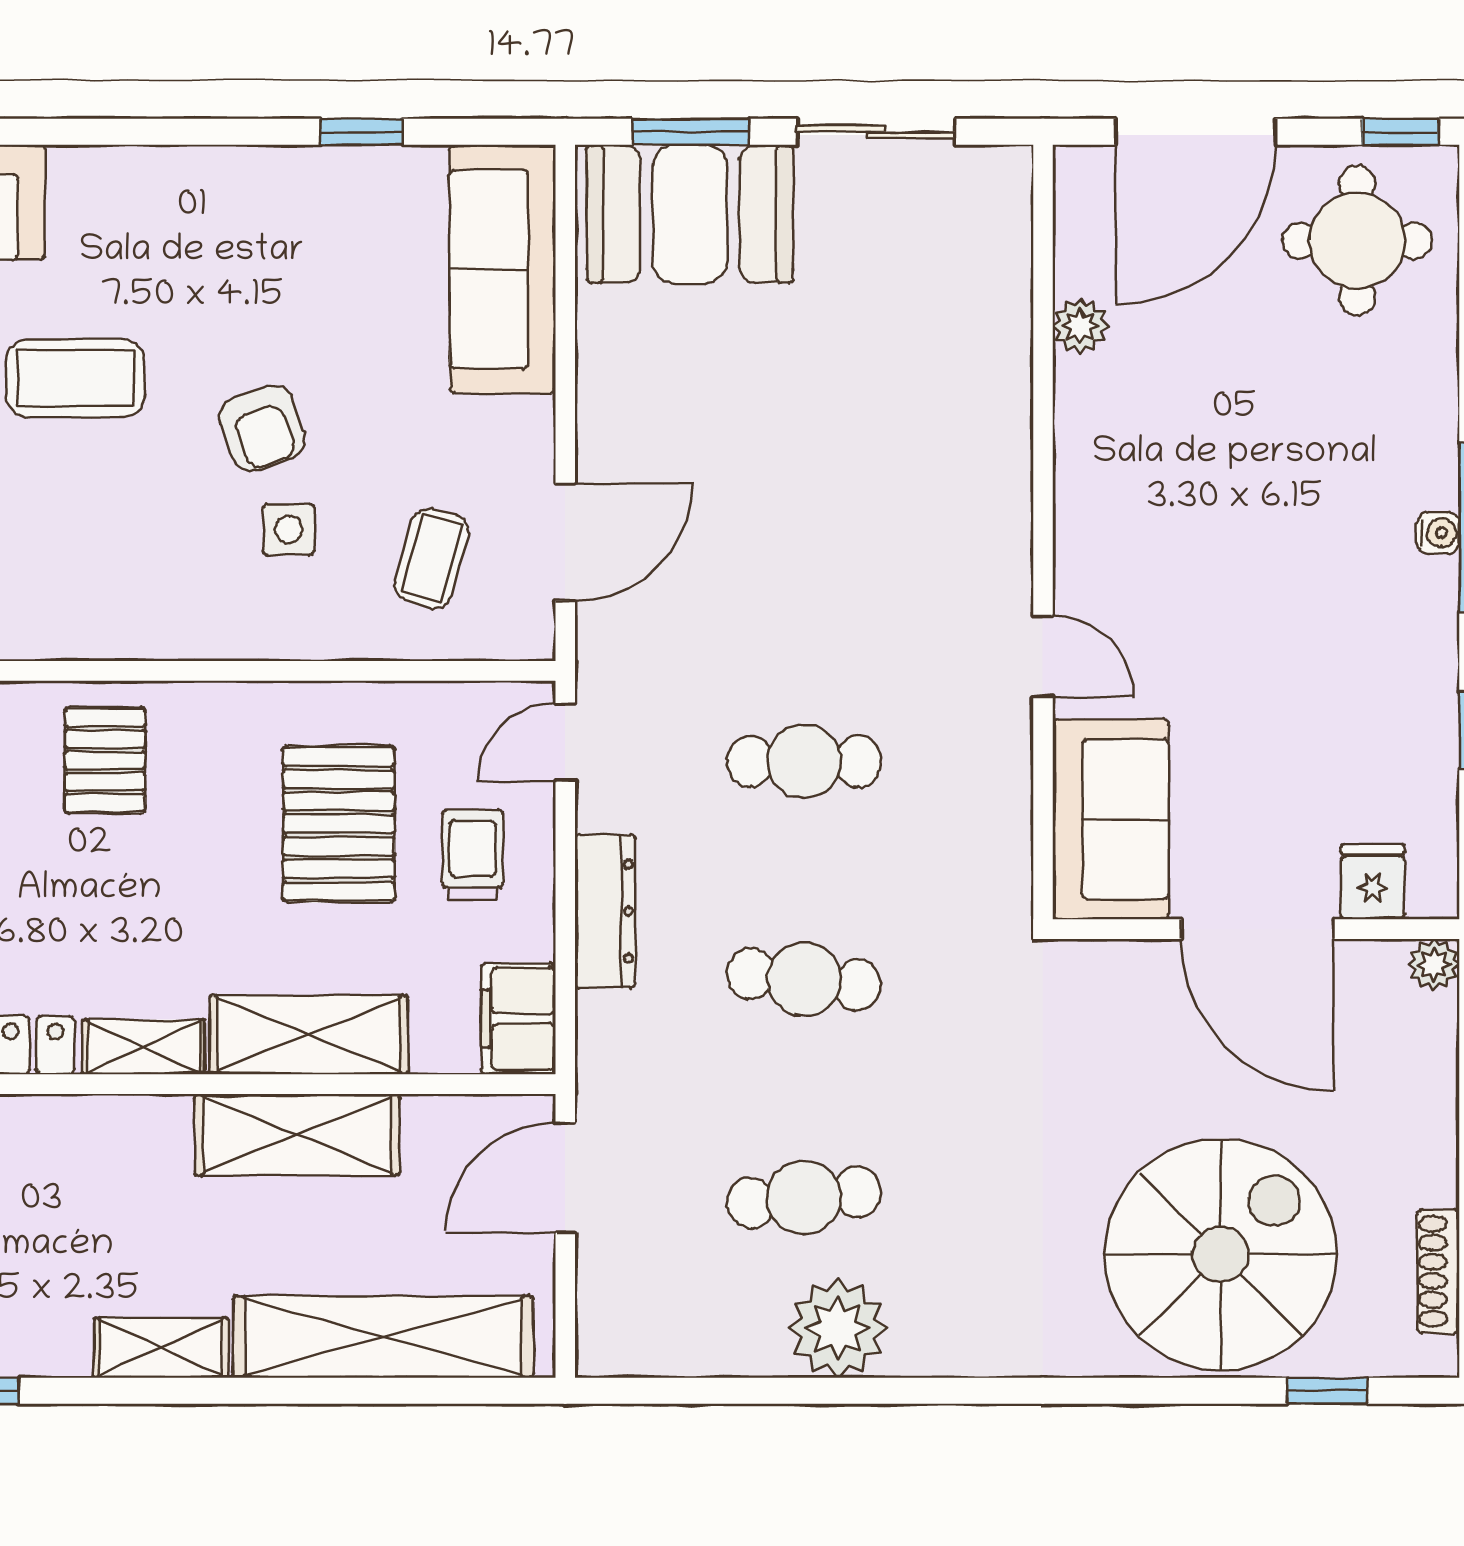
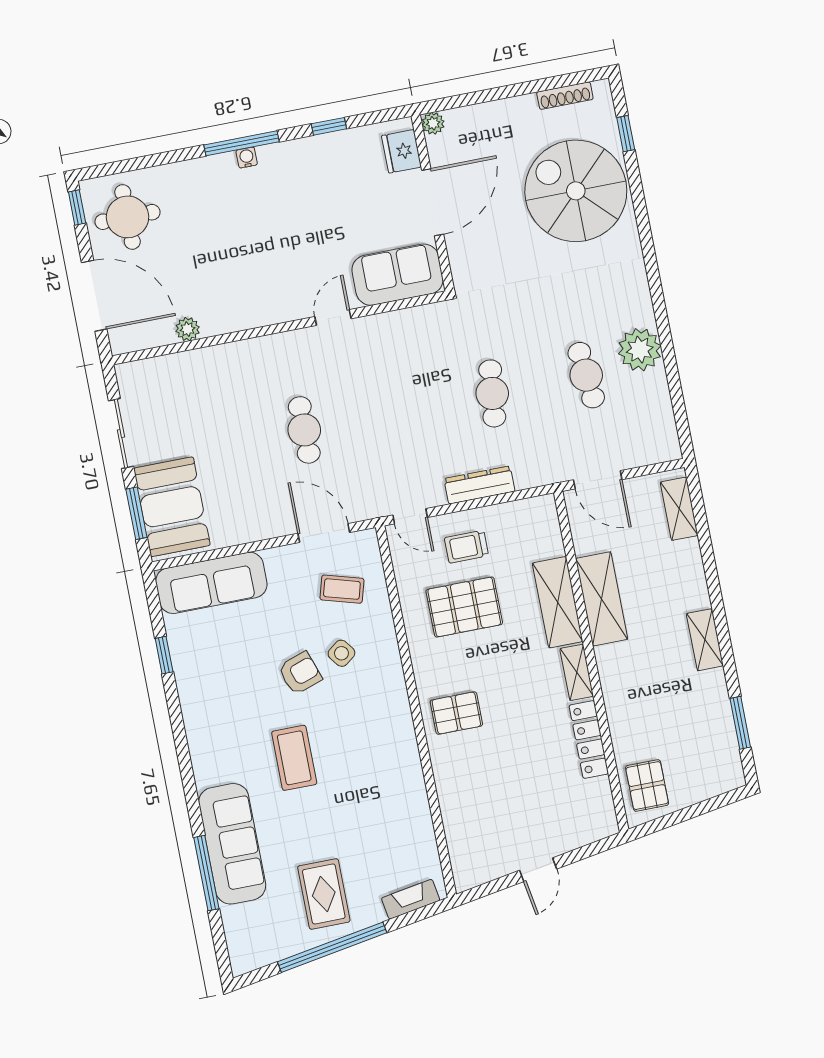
side table: (289, 529) -> (341, 653), turned -37
cafe table: (804, 761) -> (304, 430), moved
fridge: (1373, 882) -> (401, 151), width x1.38
filing cabinet: (518, 1019) -> (533, 513), removed
shelving: (383, 1337) -> (679, 509), width x0.45, depth x0.75

